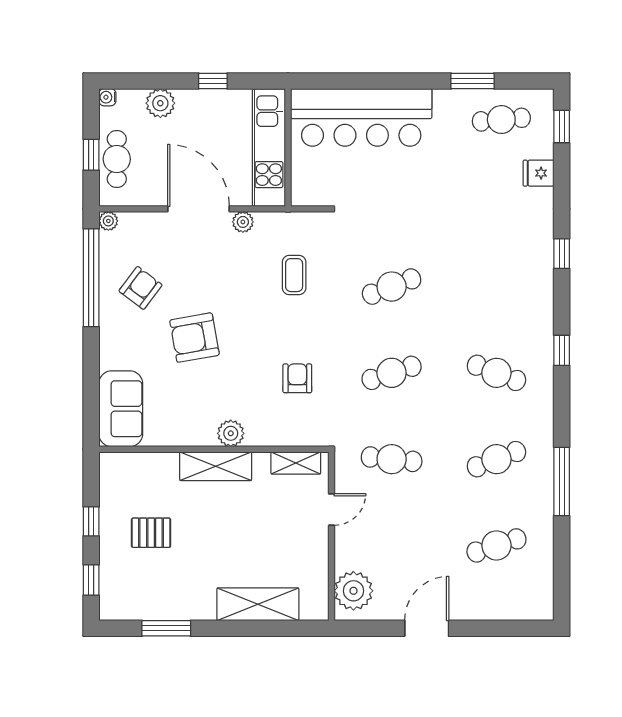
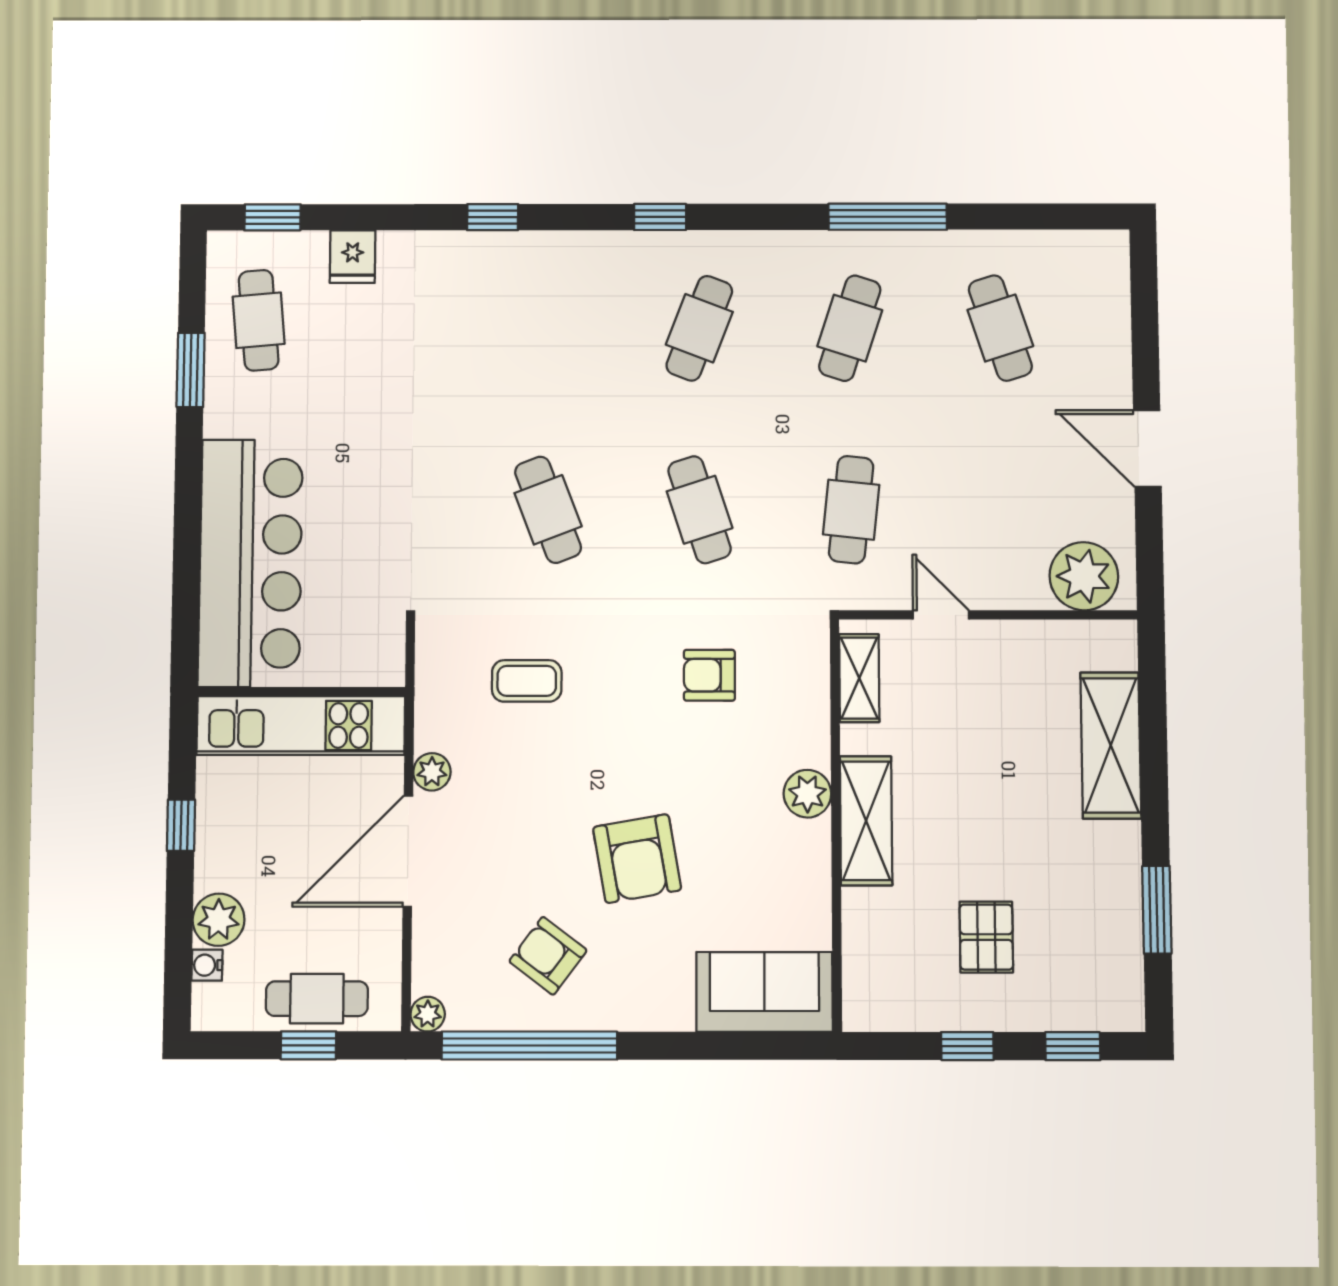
water cooler: (107, 97) -> (207, 965), moved, turned 90
cafe table: (496, 459) -> (850, 328), turned 39

